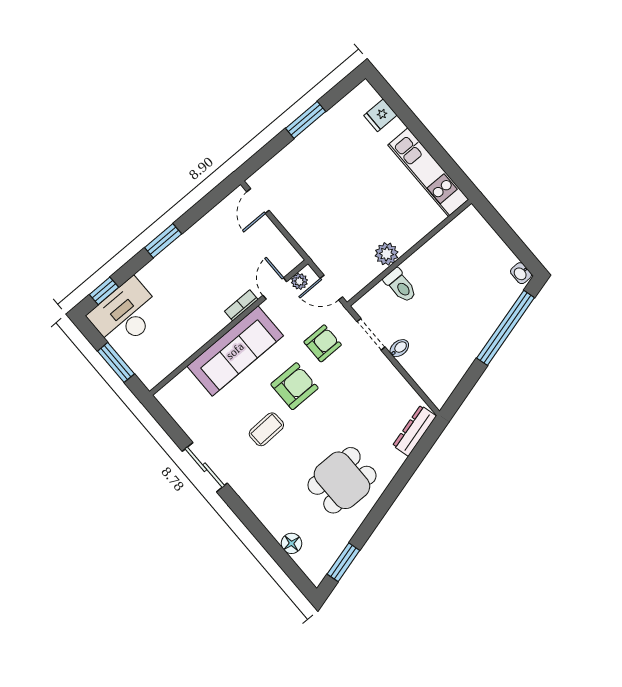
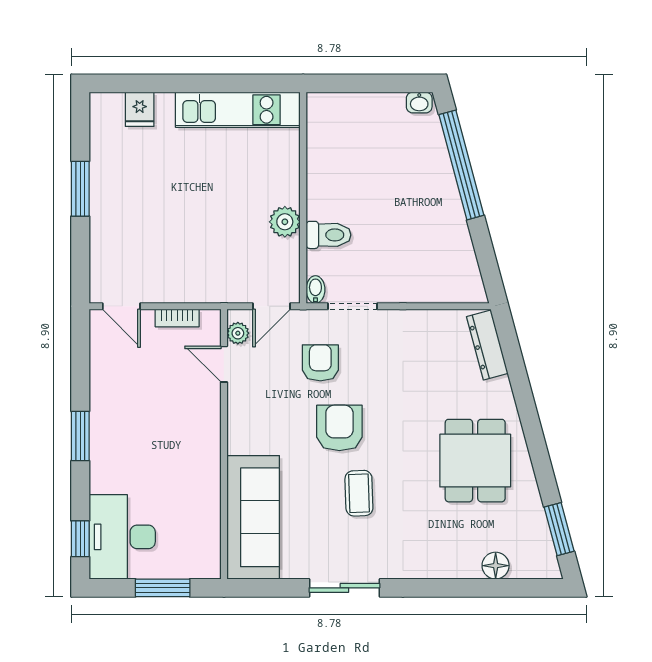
bookcase: (241, 305) -> (177, 318), moved, turned -90
bidet: (399, 348) -> (315, 290), moved
sofa: (235, 351) -> (253, 517), moved

